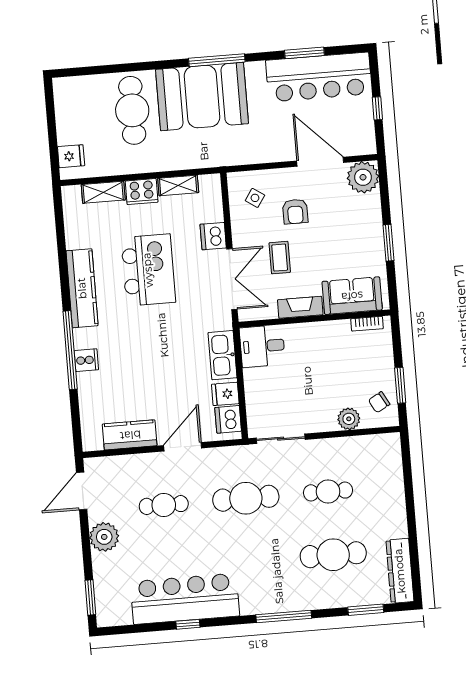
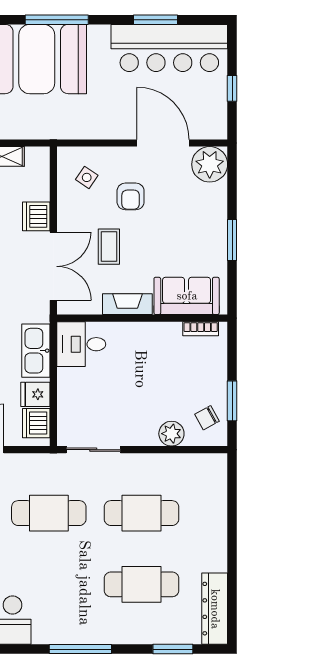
cafe table: (328, 491) -> (141, 513), width x1.37, depth x1.35

